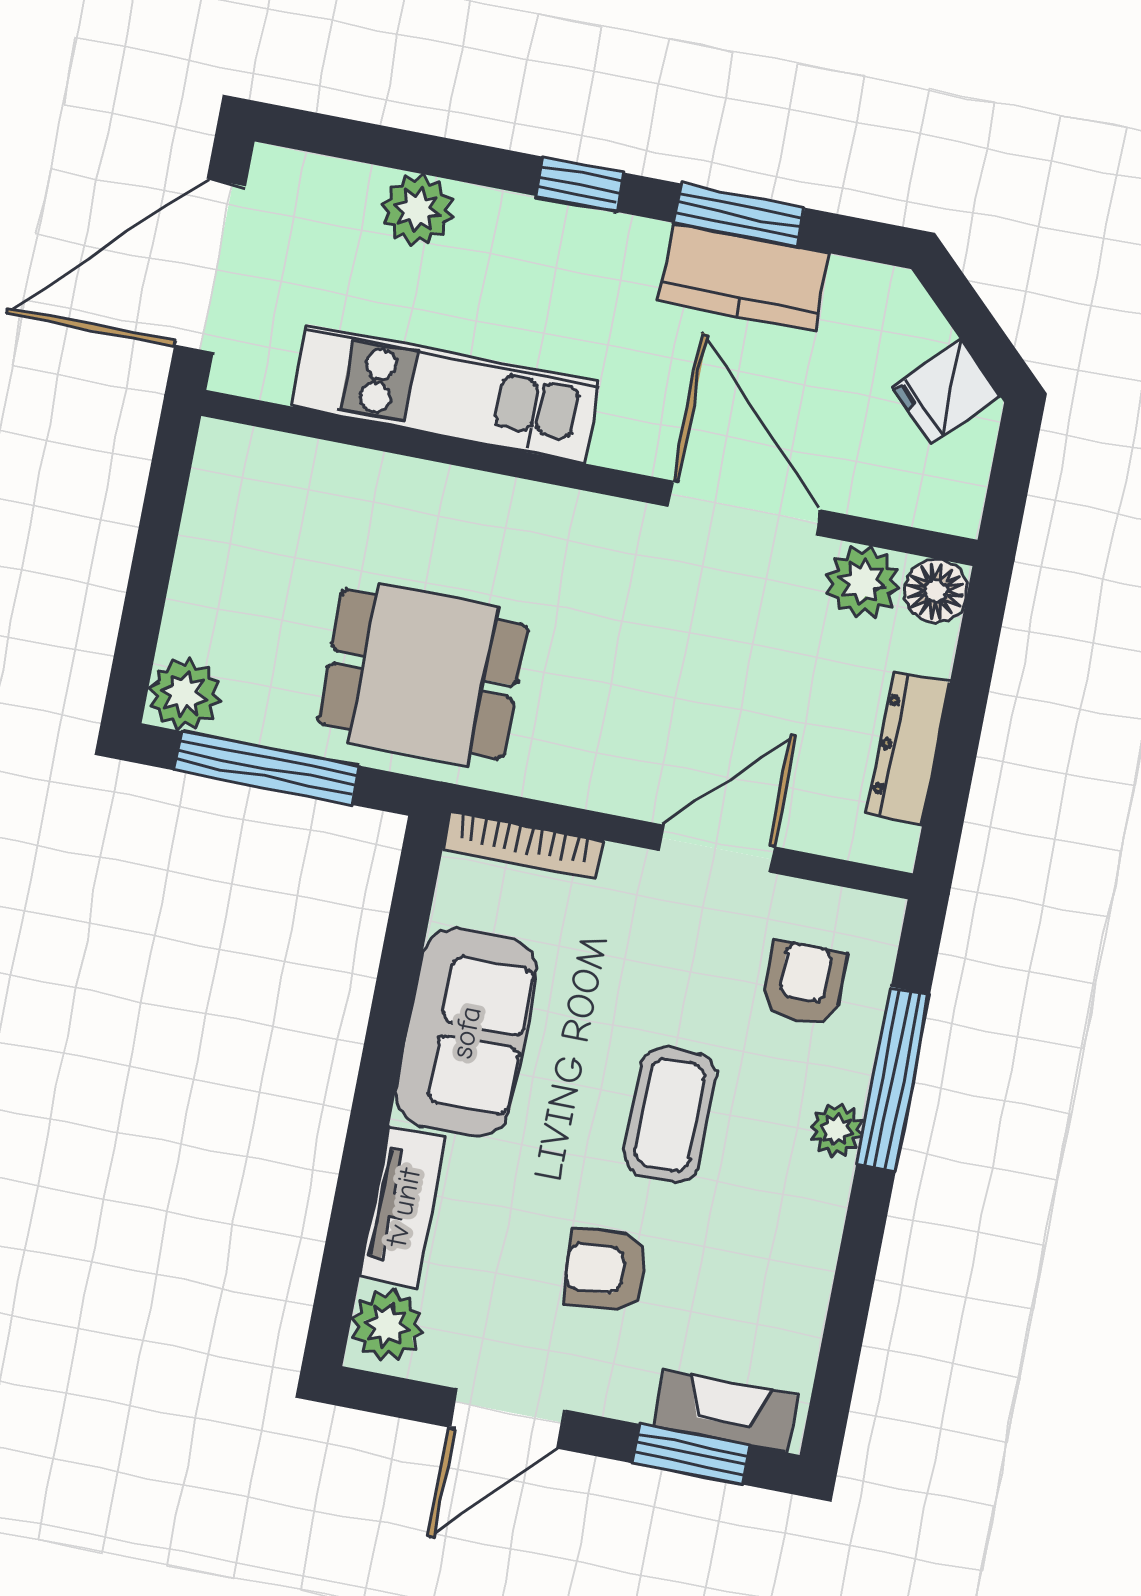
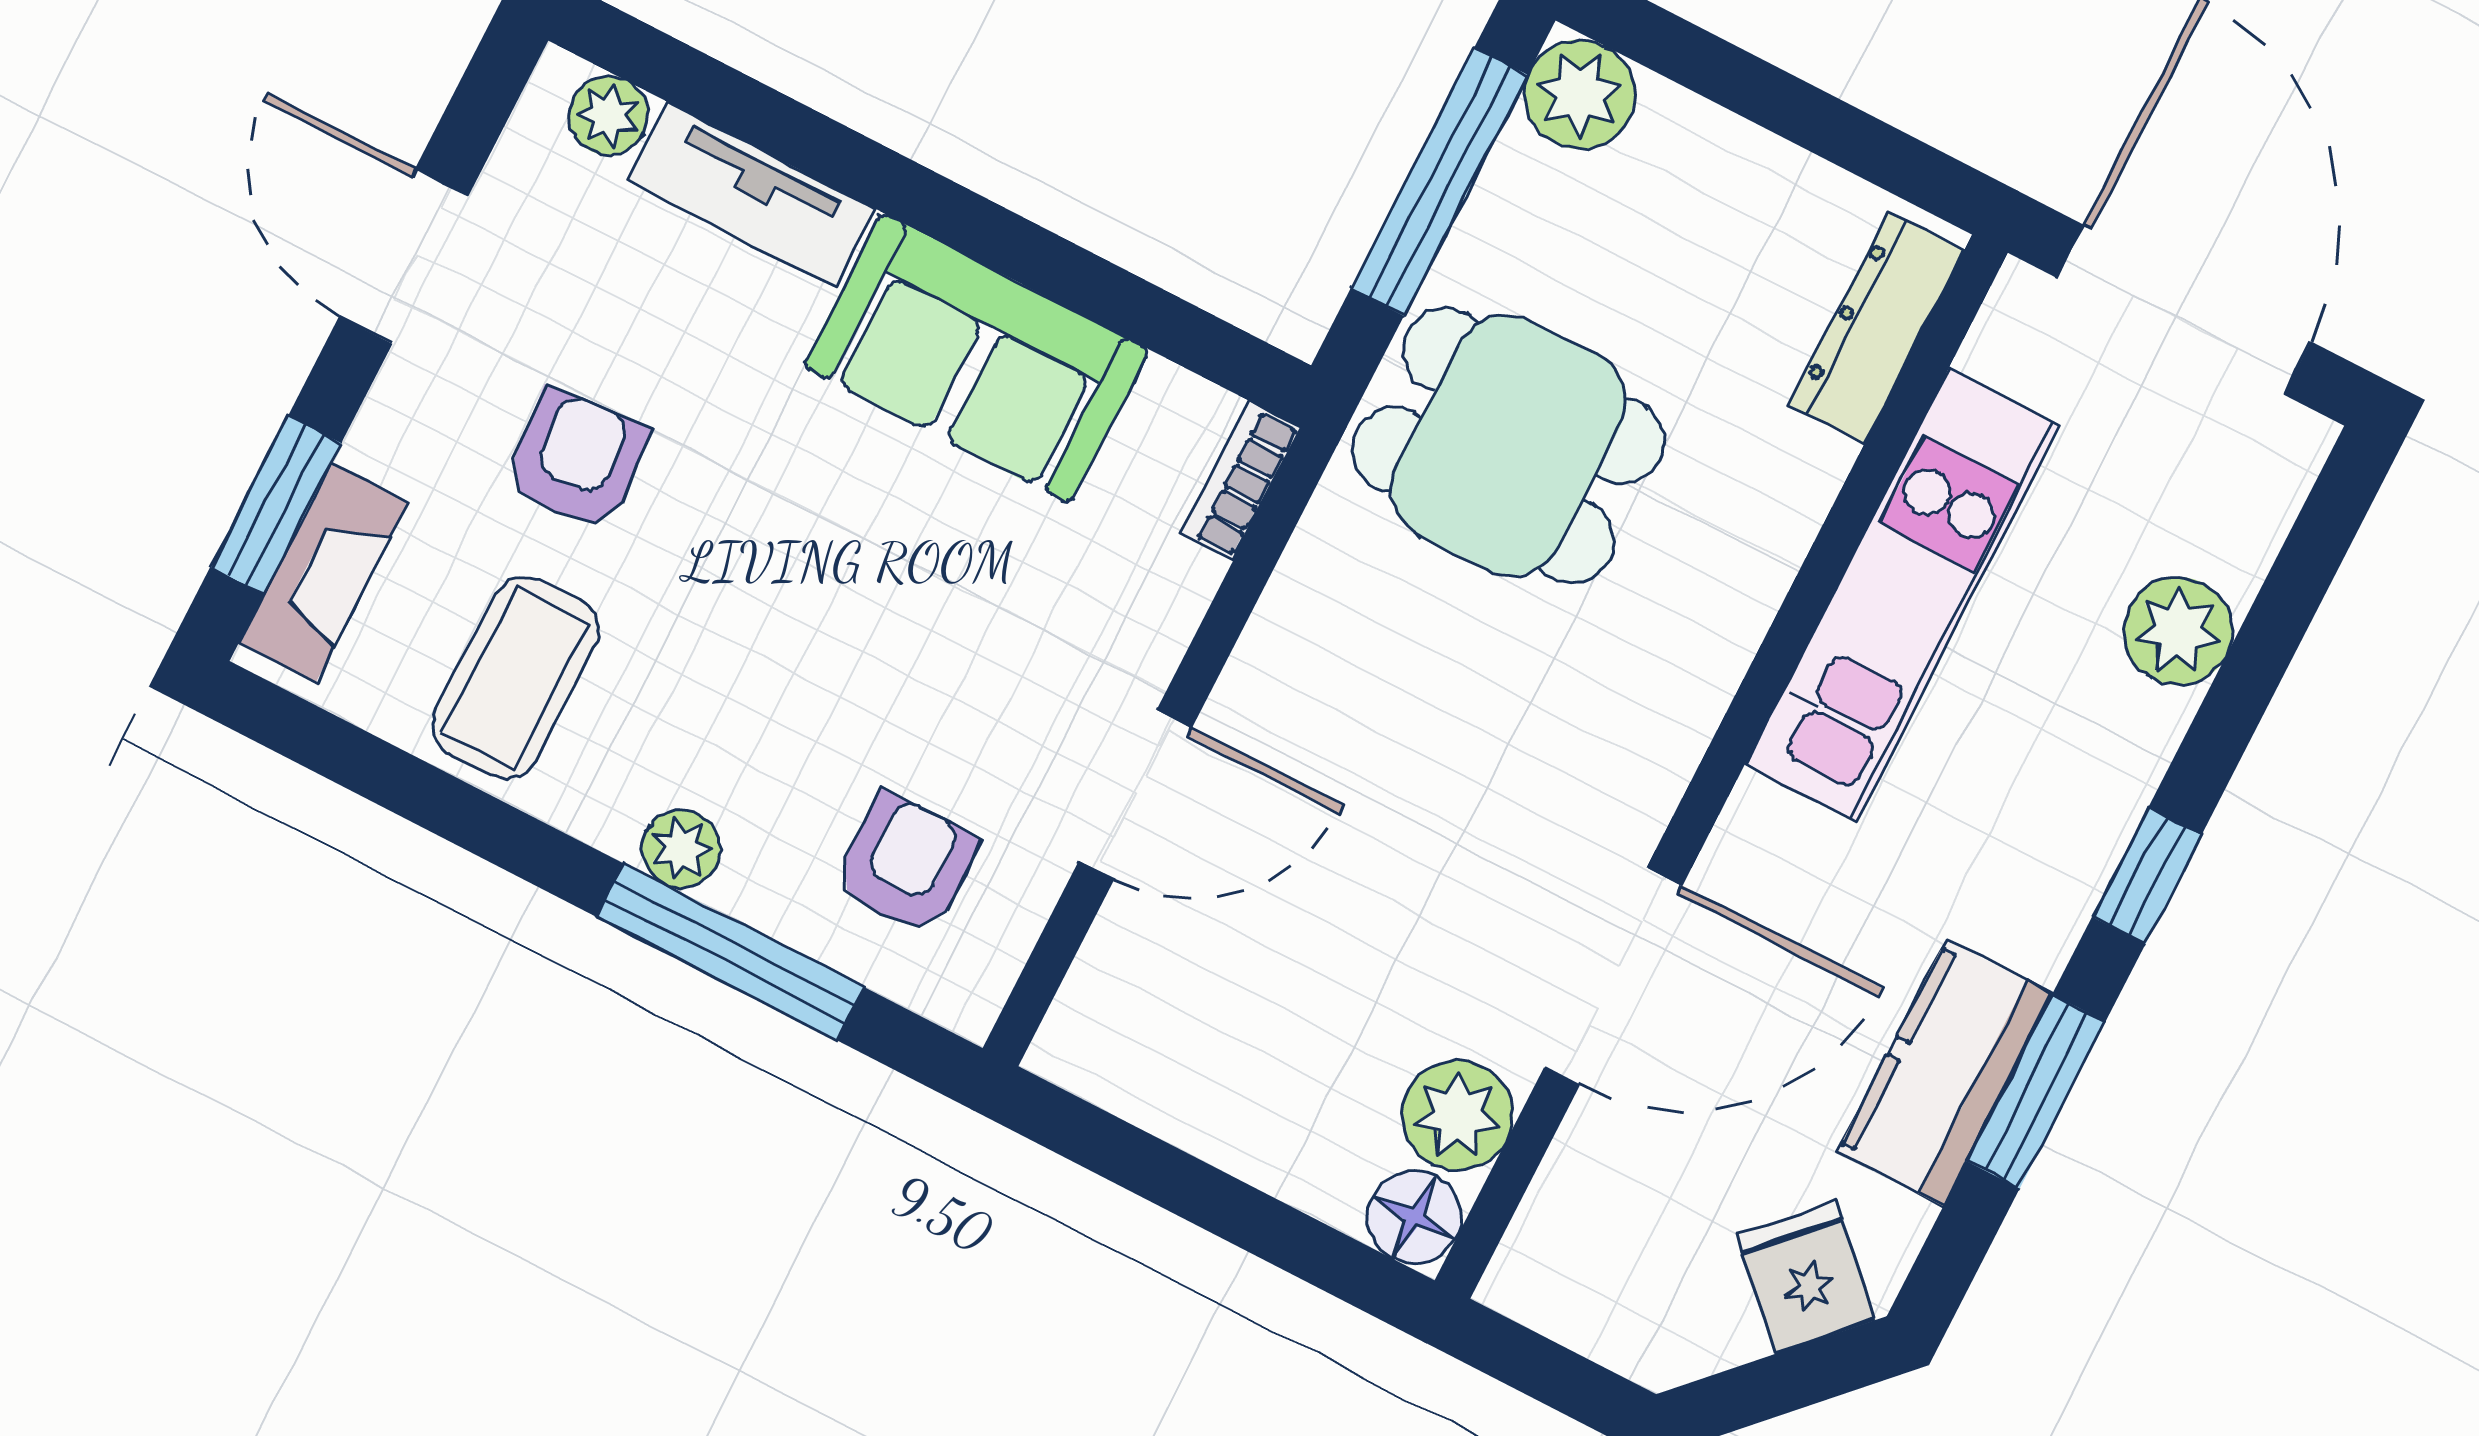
fridge: (946, 391) -> (1806, 1278), moved
dining table: (423, 674) -> (1509, 446), turned 90
dresser: (908, 748) -> (1876, 328), moved, turned -90
bookcase: (523, 845) -> (1241, 481), width x0.64
door: (716, 849) -> (1135, 794), hinge flipped
armchair: (804, 983) -> (906, 864), turned -90
coffee table: (670, 1115) -> (516, 678), moved, turned 90
plant: (387, 1325) -> (608, 116), width x0.73, depth x0.73

